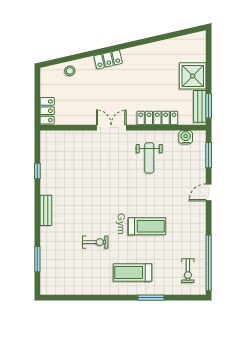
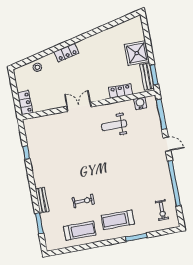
locker: (157, 118) -> (120, 91), width x0.66
window: (209, 155) -> (161, 114), width x1.44
weight bench: (149, 158) -> (114, 125), turned 90
door: (209, 192) -> (167, 144), swing flipped
bench: (46, 210) -> (42, 200), moved
treadmill: (147, 226) -> (80, 231), moved
window: (209, 263) -> (174, 183), moved

